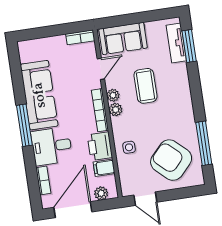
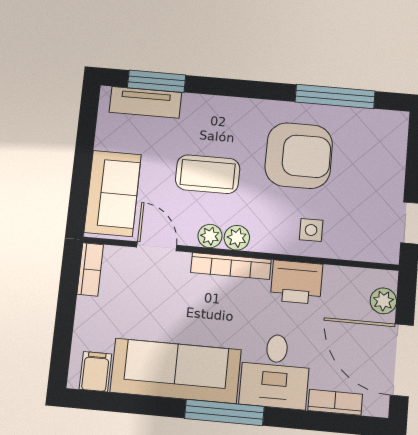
armchair: (171, 160) -> (299, 156), moved, turned -133
filing cabinet: (104, 168) -> (95, 372), moved, turned 180

